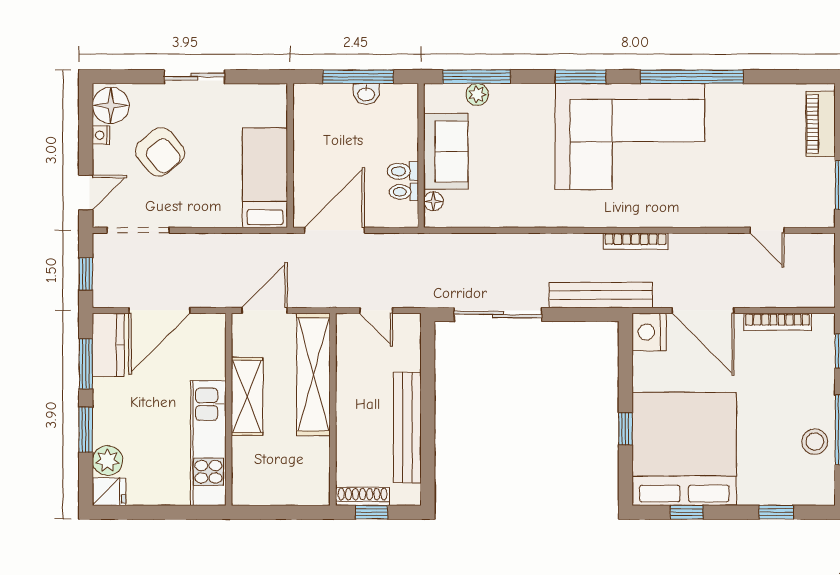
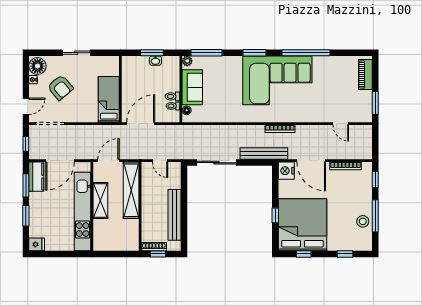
window: (358, 77) -> (152, 53), width x0.69
plant: (477, 94) -> (187, 61), moved
kitchen unit: (208, 443) -> (83, 211), width x1.36
plant: (107, 460) -> (36, 230), removed

